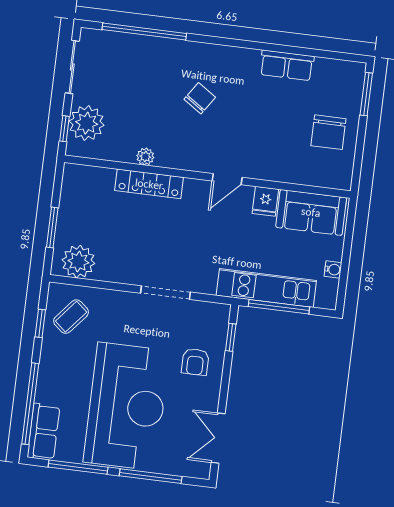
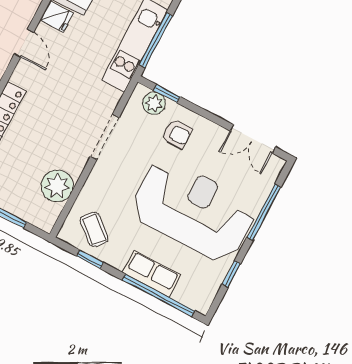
plant: (78, 262) -> (57, 186), moved
plant: (217, 329) -> (154, 103), added
row of seats: (43, 432) -> (152, 274), moved
window: (78, 467) -> (231, 274), width x0.46

